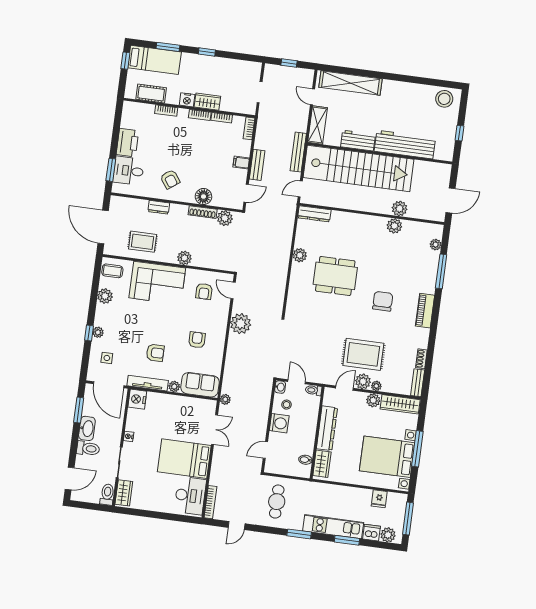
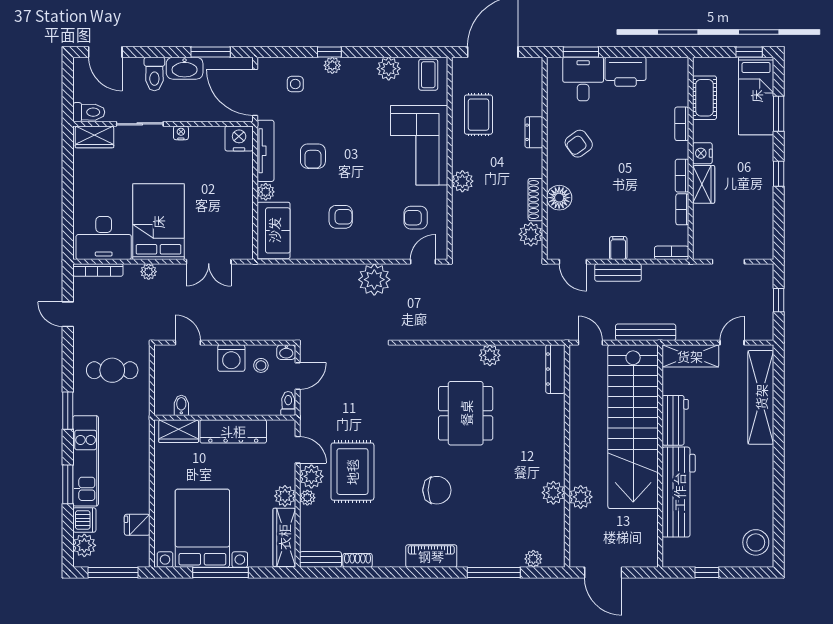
door: (109, 385) -> (255, 92), hinge flipped
plant: (225, 399) -> (149, 272), moved

